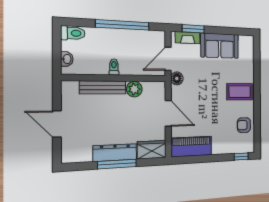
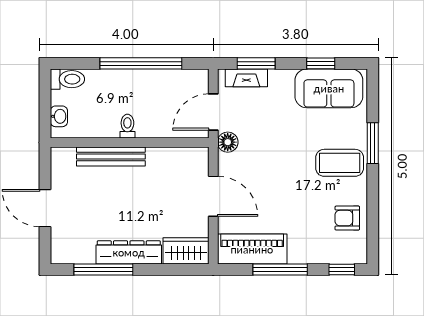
window: (229, 31) -> (321, 63), added
sofa: (220, 46) -> (329, 88), moved
window: (257, 80) -> (373, 143), added
plant: (134, 89) -> (159, 159), removed
window: (208, 159) -> (280, 270), added
window: (117, 164) -> (103, 270), moved

